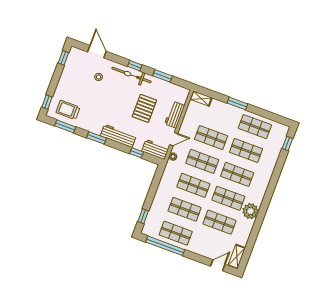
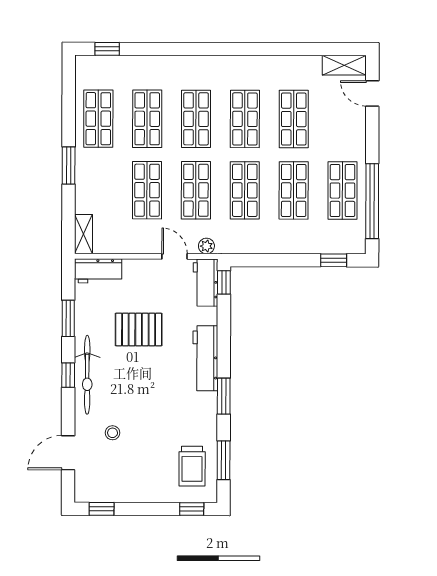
workbench: (175, 115) -> (98, 271), moved
window: (136, 153) -> (224, 282), moved
plant: (250, 211) -> (253, 71), removed

